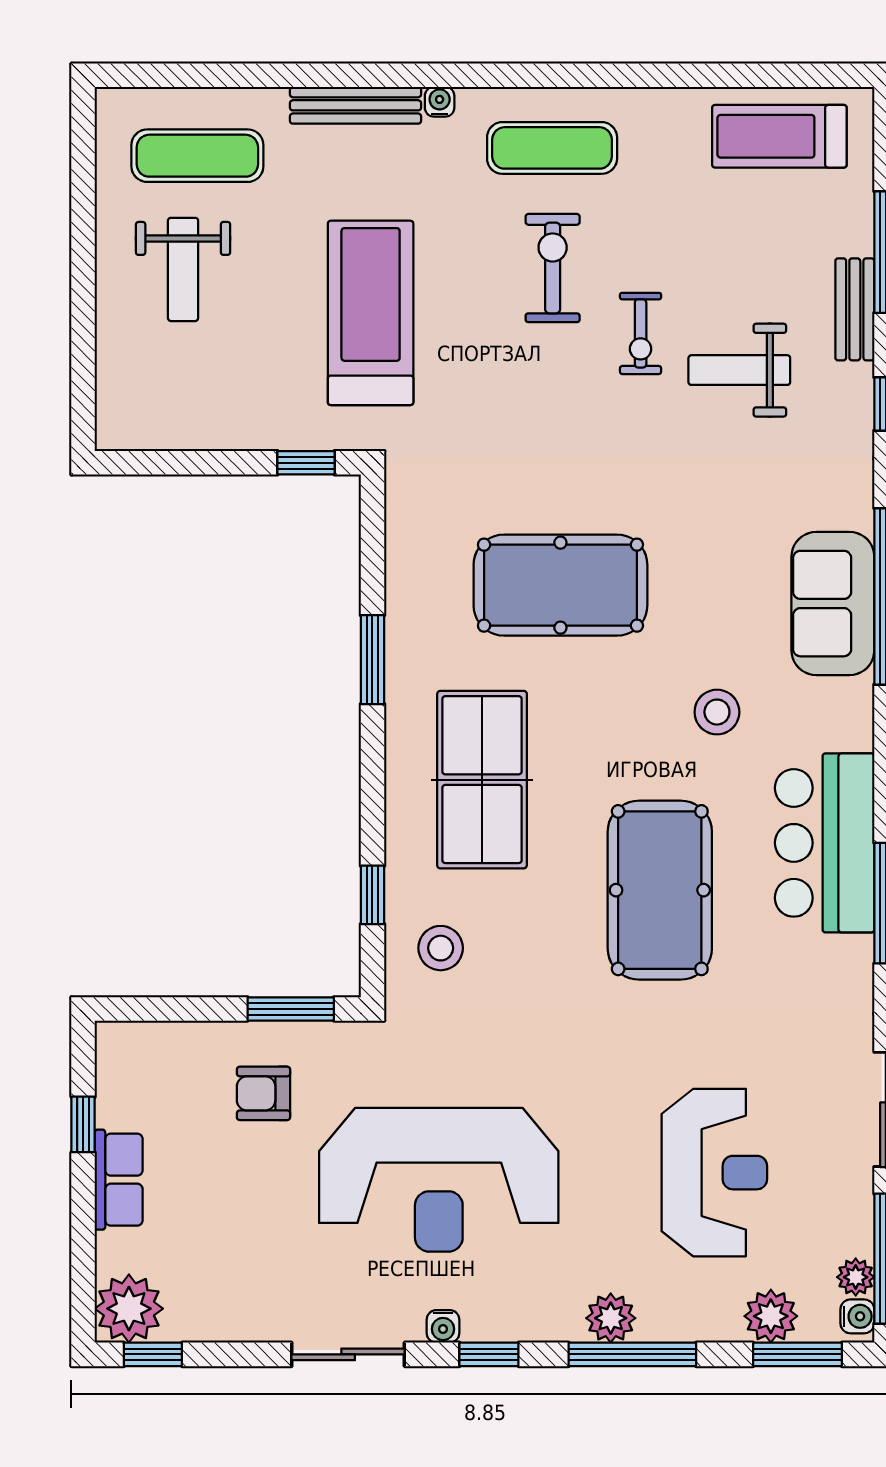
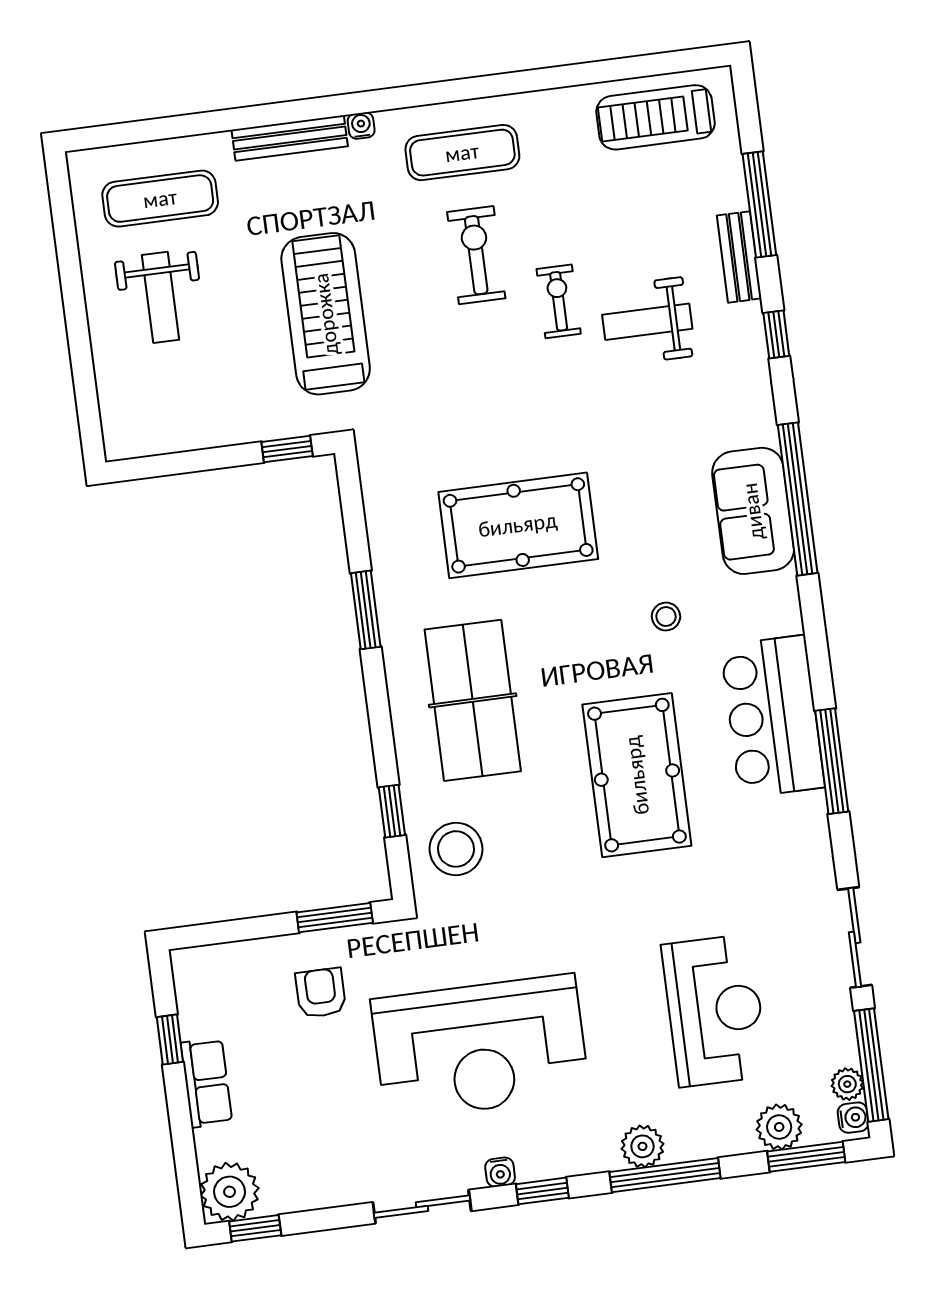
exercise bike: (641, 333) -> (559, 301), turned 180
stool: (717, 712) -> (666, 617), width x0.73, depth x0.73
stool: (441, 948) -> (456, 849), width x1.38, depth x1.38
armchair: (264, 1093) -> (321, 993), turned 90

